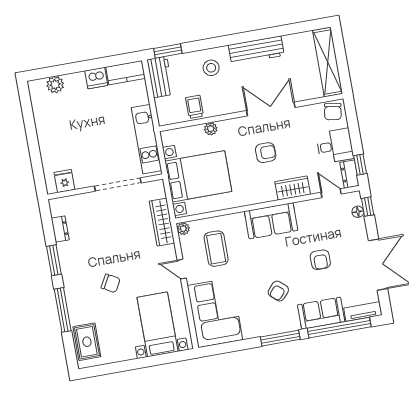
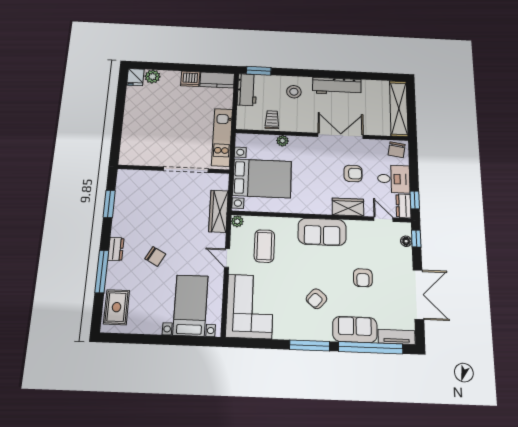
armchair: (266, 153) -> (353, 174), moved
fridge: (64, 181) -> (135, 77), moved, turned 180
dresser: (60, 229) -> (116, 249), moved
window: (54, 260) -> (109, 204), moved

